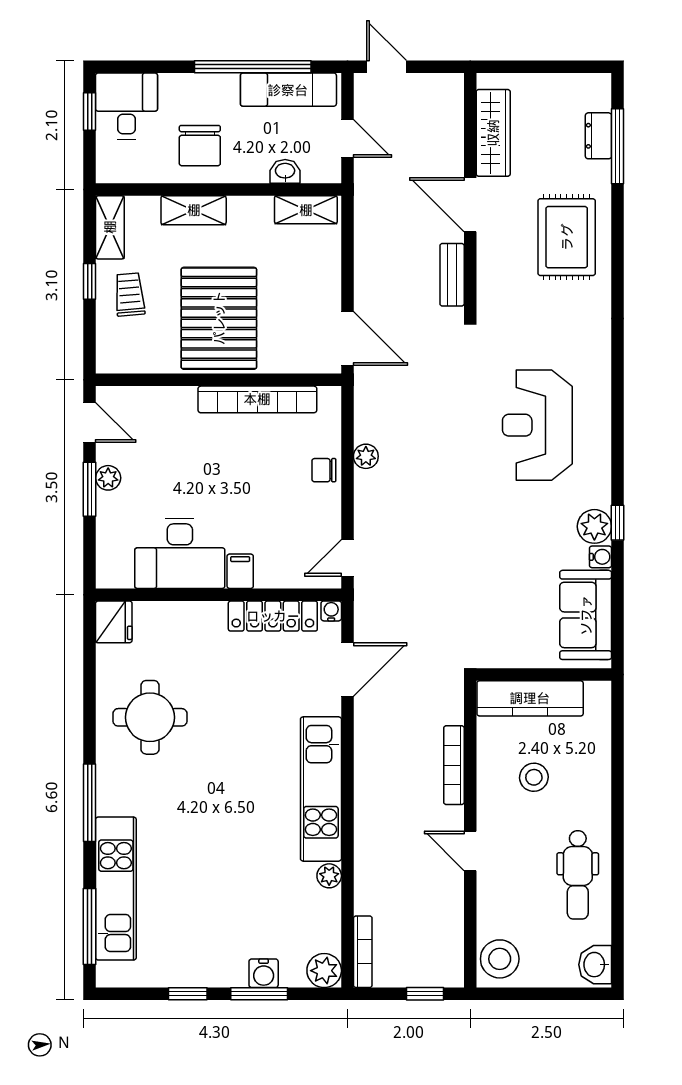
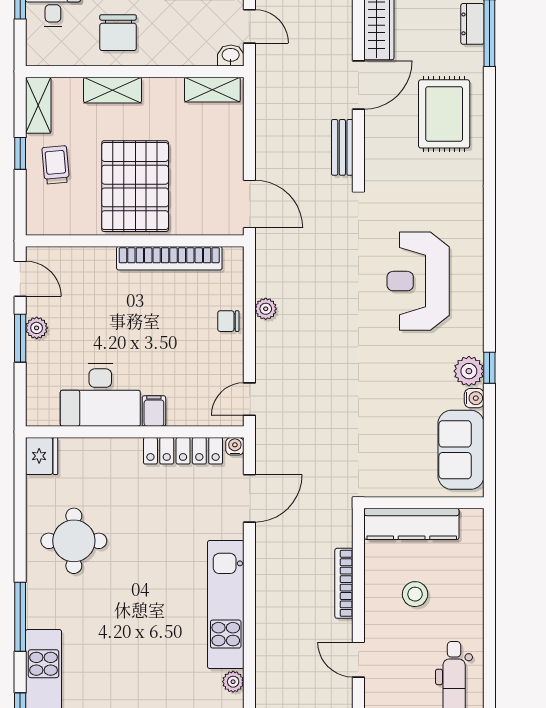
washbasin: (285, 171) -> (231, 56), moved
door: (470, 205) -> (358, 85), swing flipped

